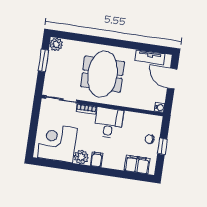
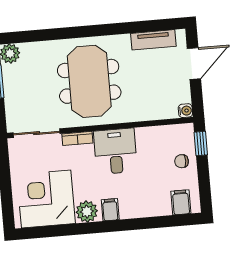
door: (172, 79) -> (194, 64), swing flipped
window: (162, 146) -> (201, 143), moved
filing cabinet: (137, 165) -> (181, 202), width x0.50

